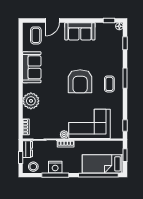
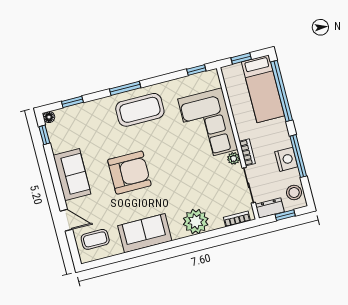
armchair: (80, 81) -> (129, 173), moved
coffee table: (109, 84) -> (140, 110), width x1.86, depth x1.72

